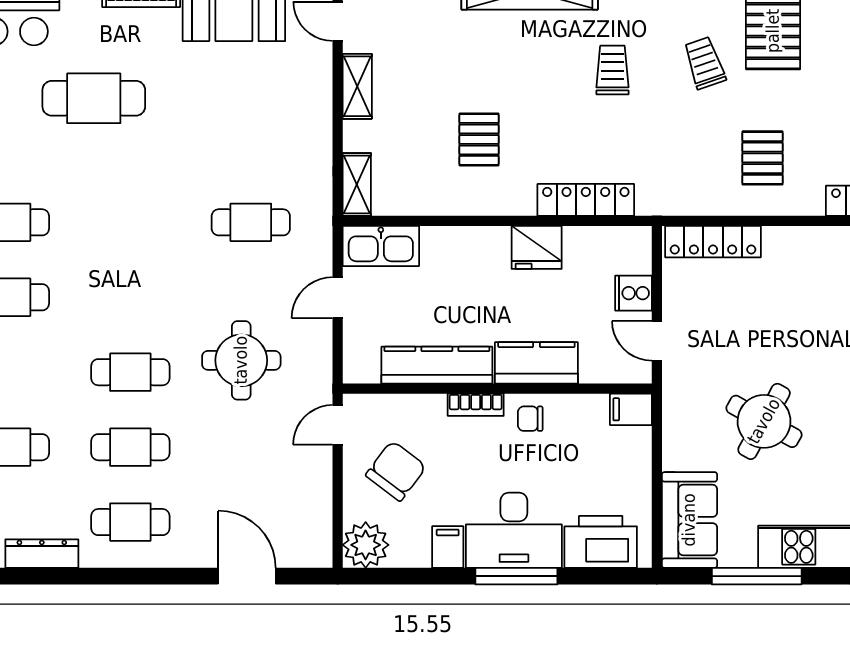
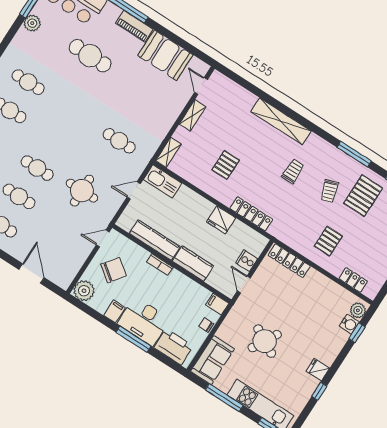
trolley: (705, 63) -> (330, 191), turned 180
chair: (530, 419) -> (206, 325), moved

